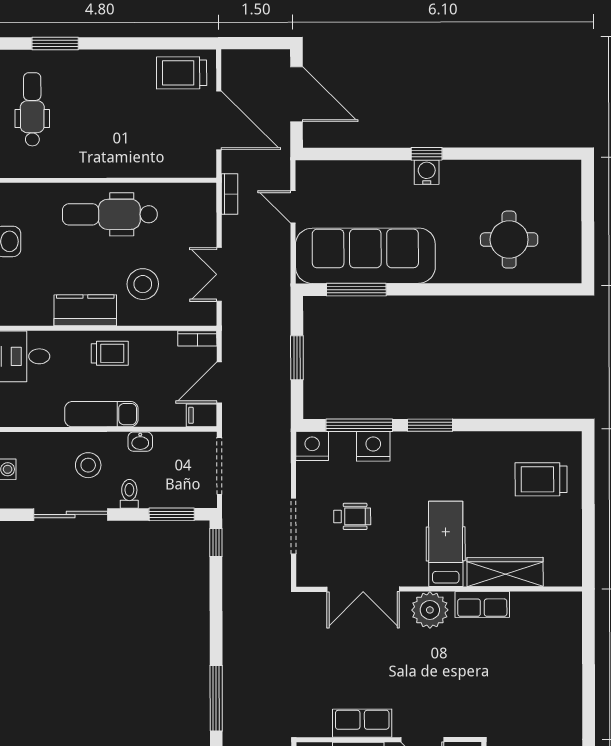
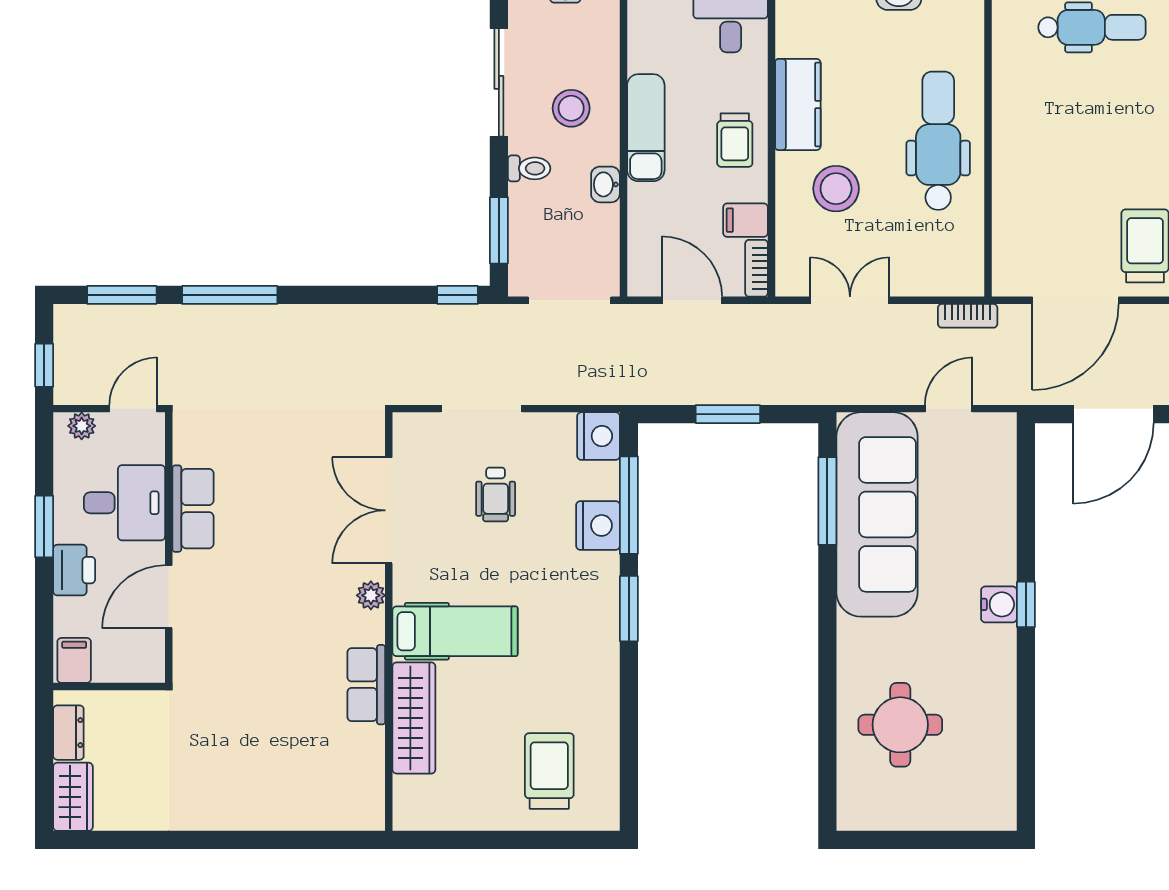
filing cabinet: (202, 415) -> (745, 220), moved, turned -90
plant: (430, 610) -> (371, 595), width x0.53, depth x0.53

